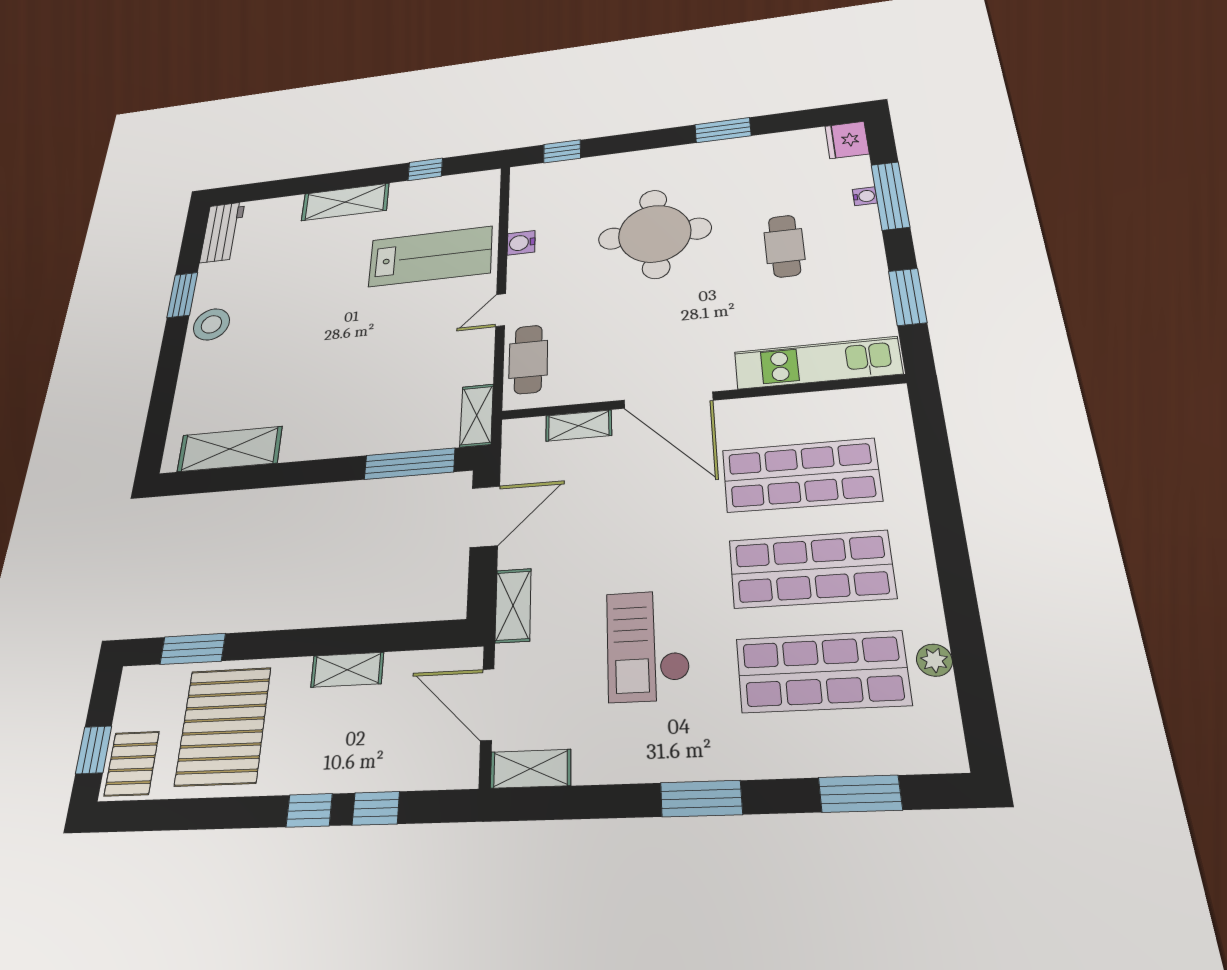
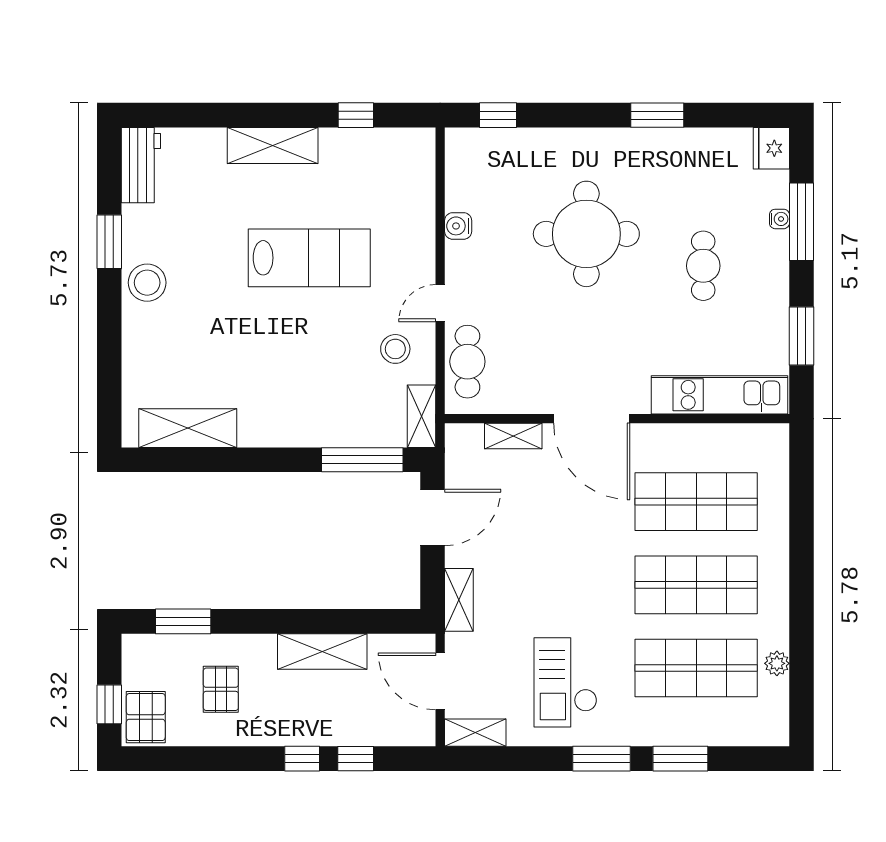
lab bench: (430, 256) -> (309, 258), moved
stool: (452, 356) -> (395, 349), added
checkout: (648, 645) -> (565, 682), moved
shelving: (347, 670) -> (322, 651), width x1.50, depth x1.33
pallet: (223, 726) -> (221, 689), width x0.49, depth x0.50
window: (860, 794) -> (680, 759), moved

